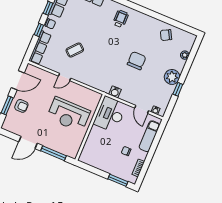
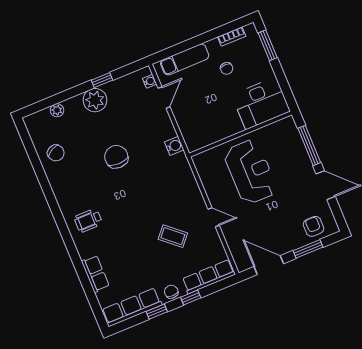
chair: (137, 61) -> (116, 157), turned 90
armchair: (21, 106) -> (314, 226), moved
desk: (110, 114) -> (261, 103), moved

